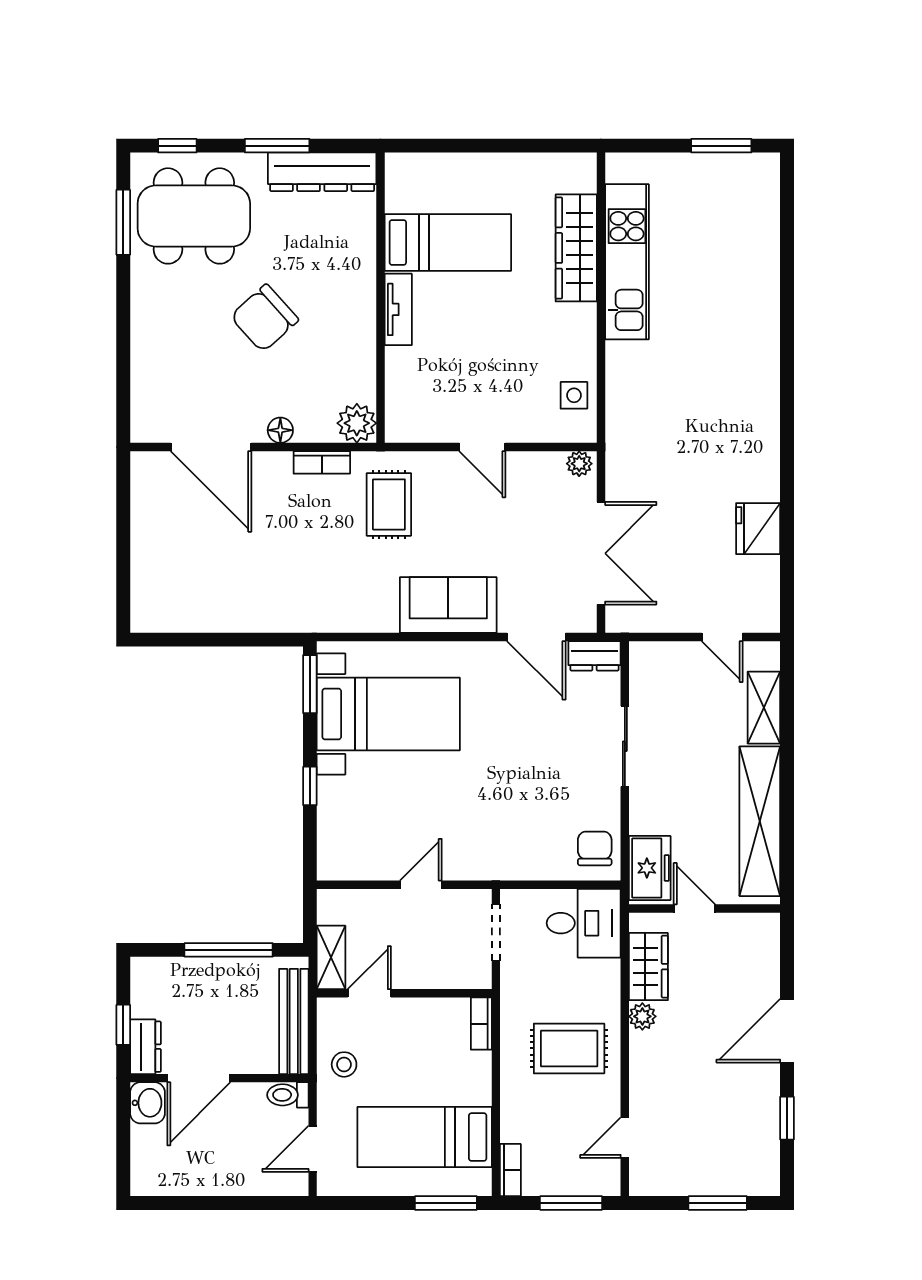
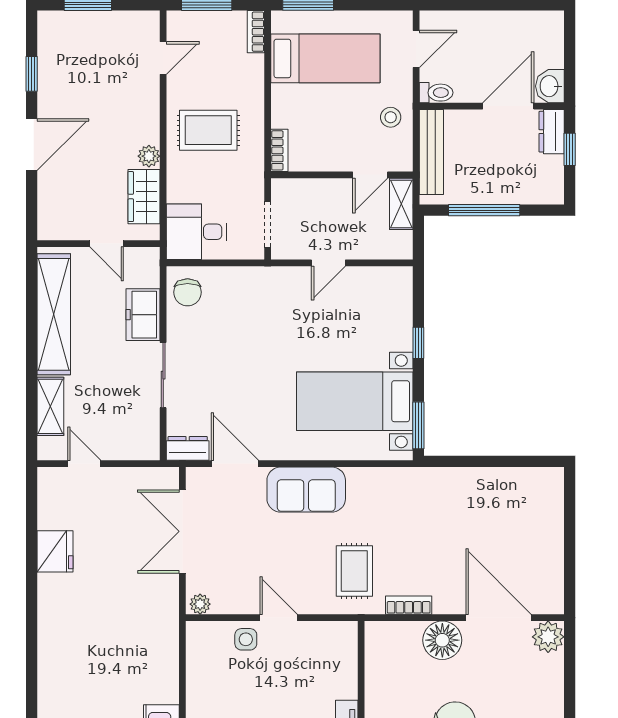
side table: (574, 395) -> (246, 639), moved
plant: (357, 423) -> (548, 637), moved
floor lamp: (280, 430) -> (442, 640), width x1.89, depth x1.89
freezer: (650, 868) -> (143, 315), moved

